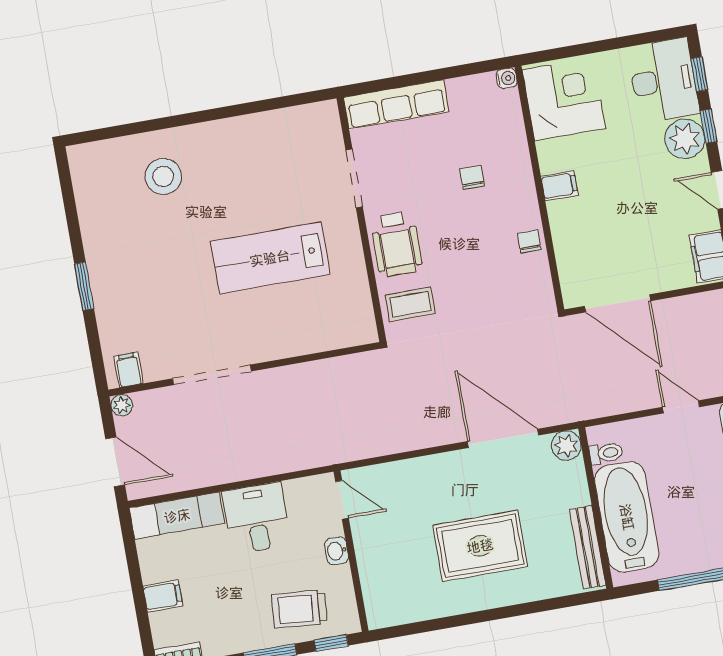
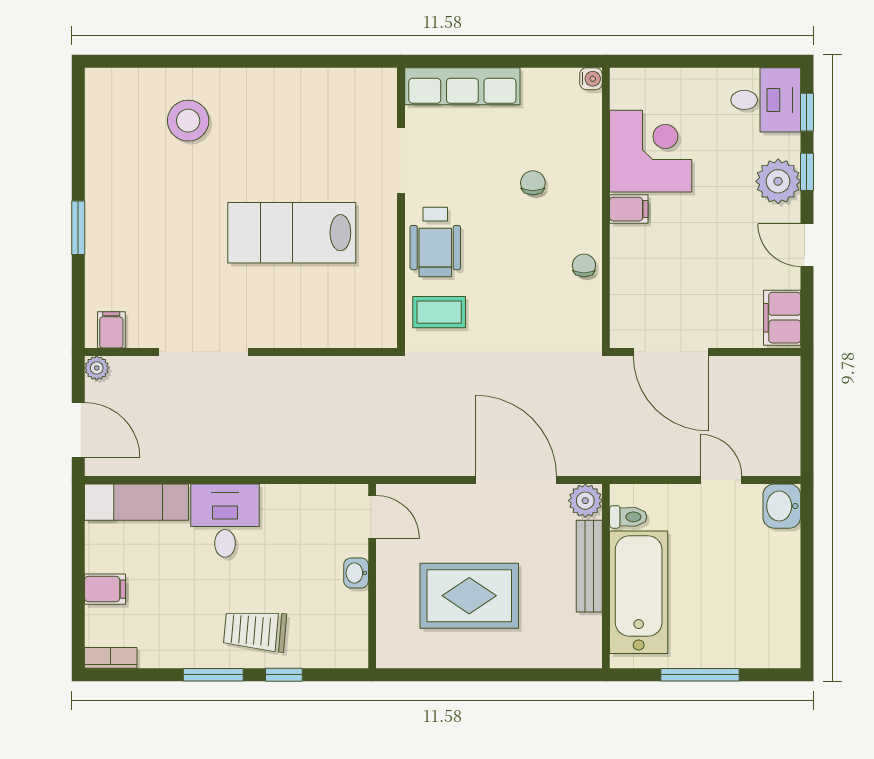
desk: (664, 80) -> (766, 100), width x0.73
corner desk: (564, 99) -> (651, 151), moved
door: (342, 500) -> (372, 517), moved
bench: (588, 547) -> (589, 566), moved
washbasin: (337, 551) -> (356, 573), moved
wall: (351, 551) -> (372, 576), moved

